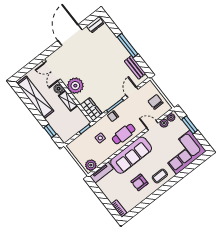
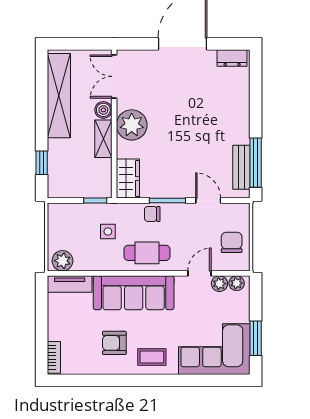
window: (127, 46) -> (256, 163), moved
door: (132, 92) -> (208, 201), hinge flipped
door: (152, 125) -> (199, 273), hinge flipped
window: (190, 125) -> (256, 338), moved

